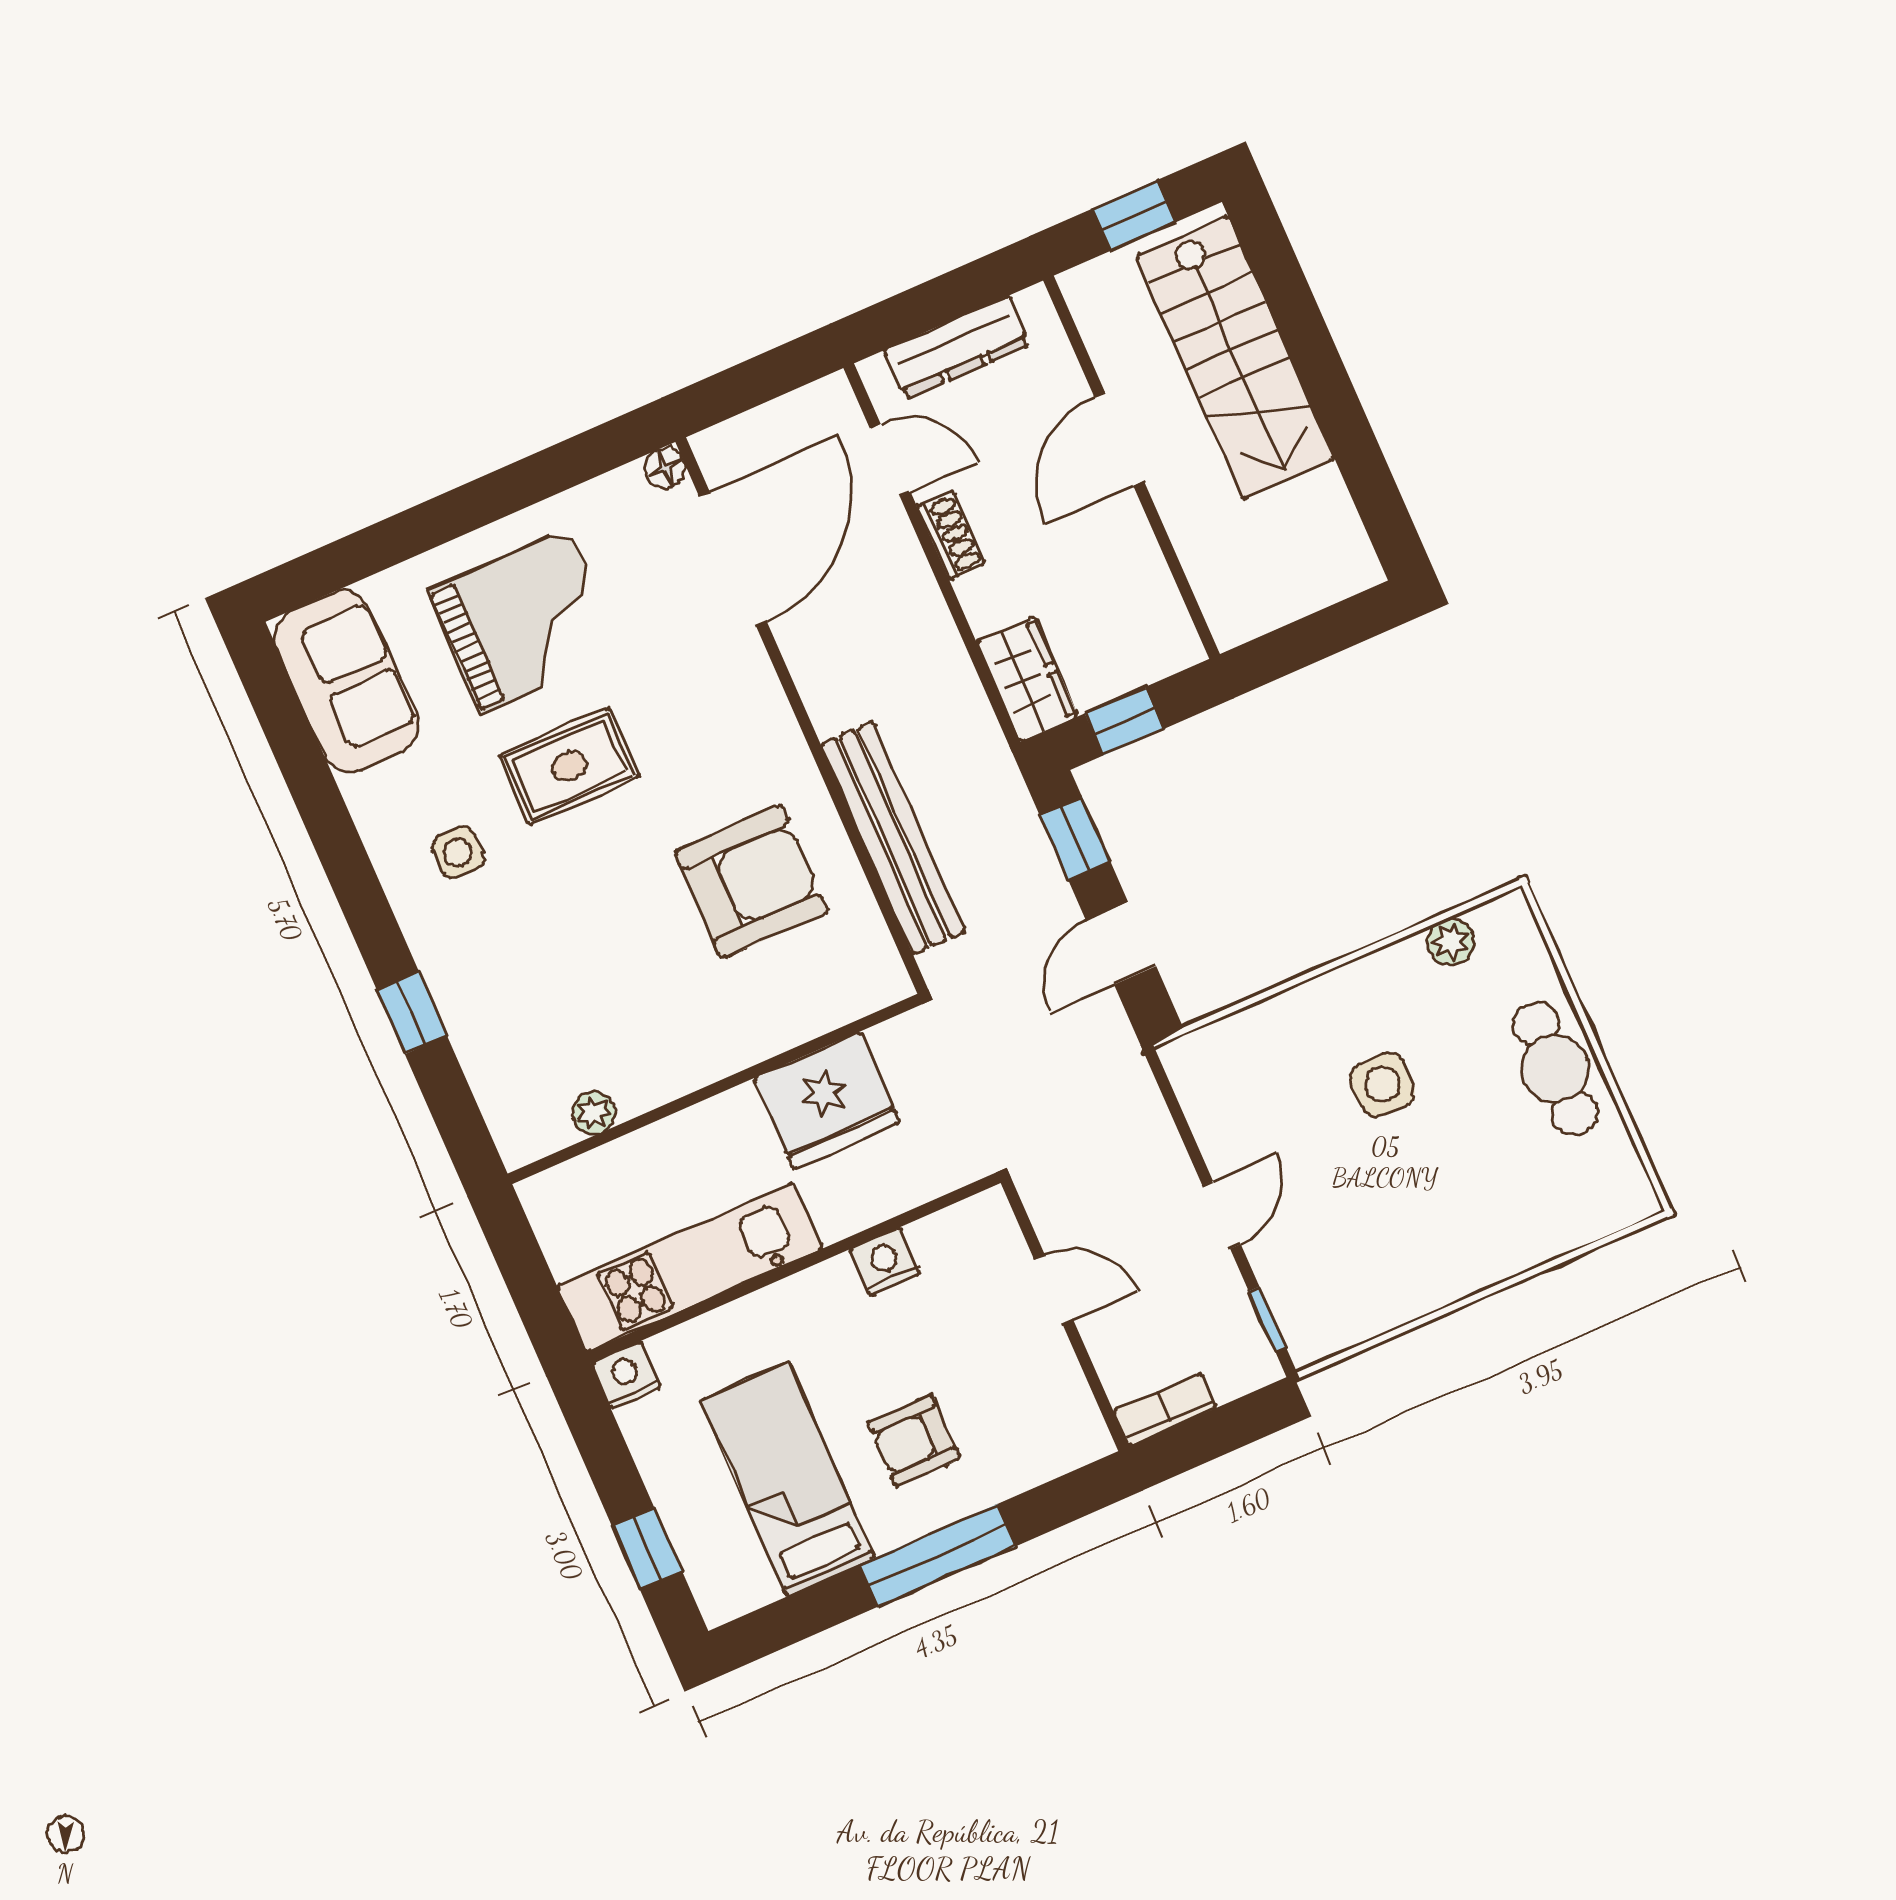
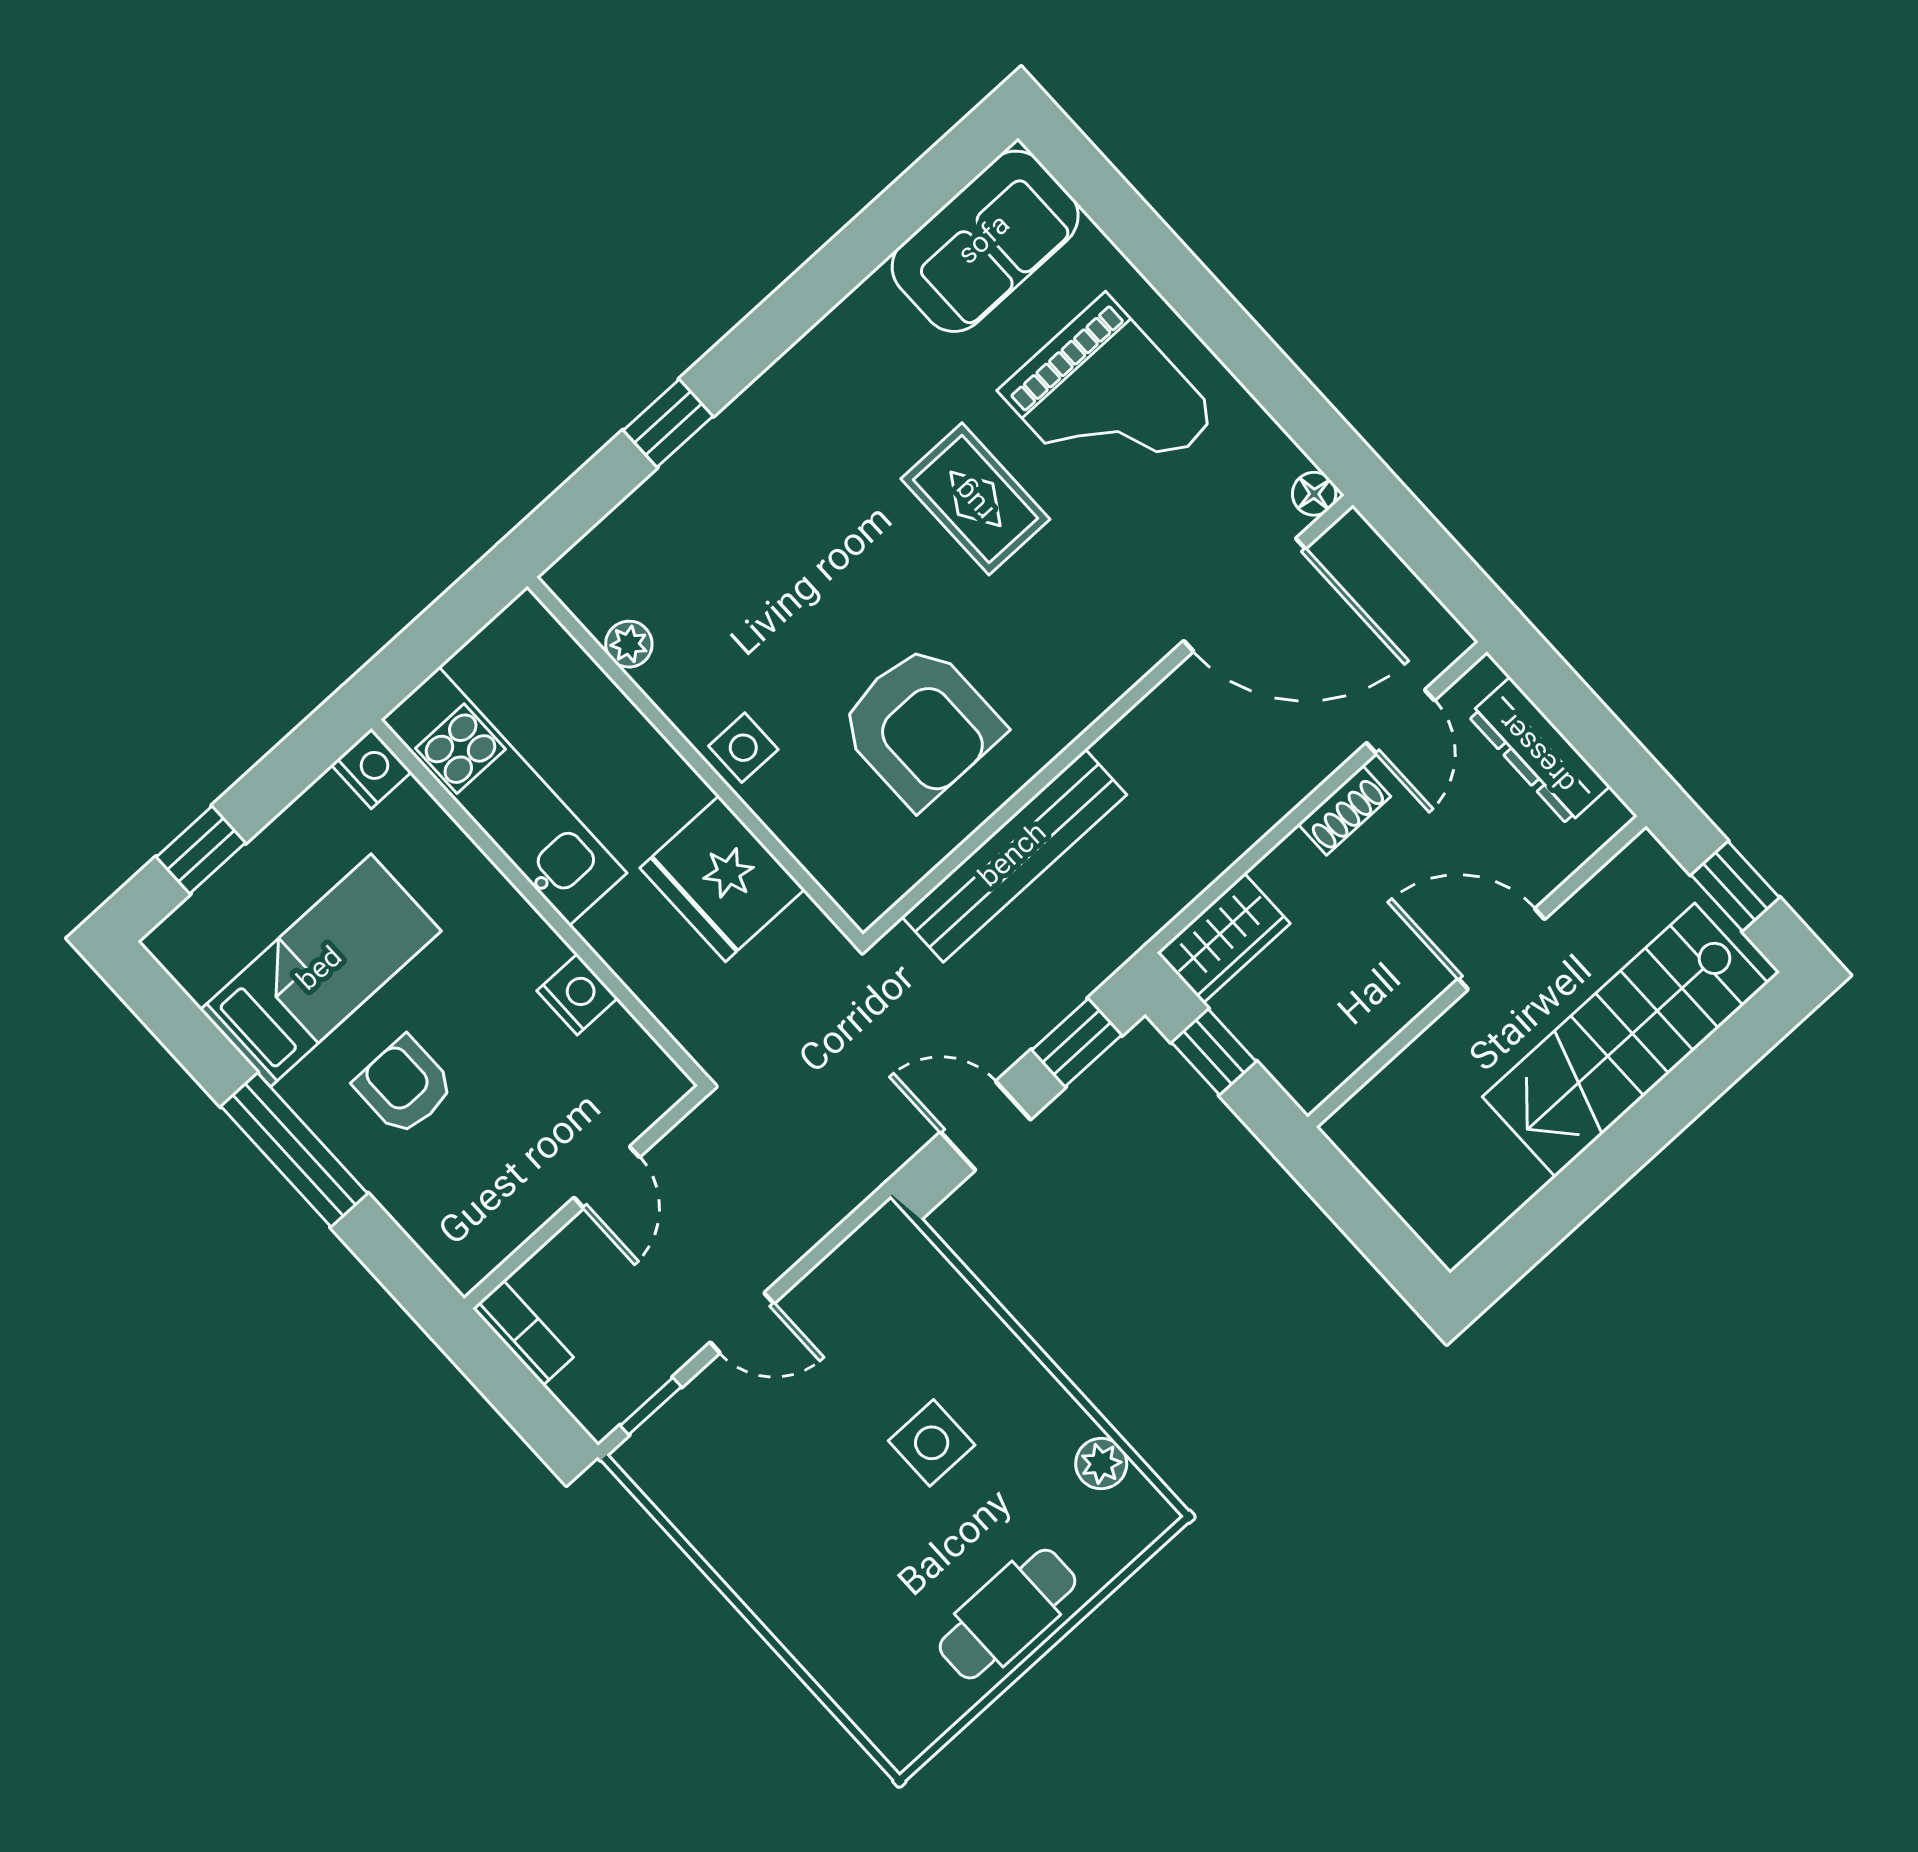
side table: (458, 852) -> (743, 748), moved

